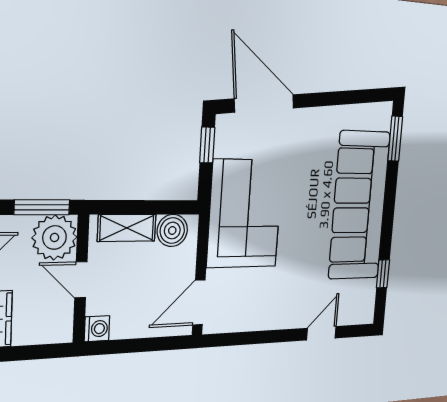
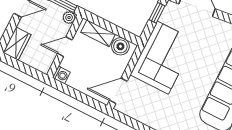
plant: (55, 237) -> (69, 18), width x0.53, depth x0.53
door: (81, 280) -> (65, 47), hinge flipped

